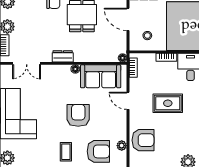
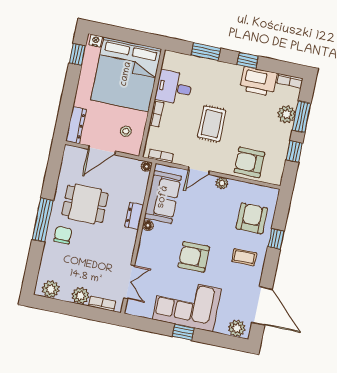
dresser: (63, 56) -> (134, 216), moved
armchair: (78, 115) -> (194, 257), moved
armchair: (143, 140) -> (249, 162), turned -90
plant: (122, 146) -> (222, 183), moved

